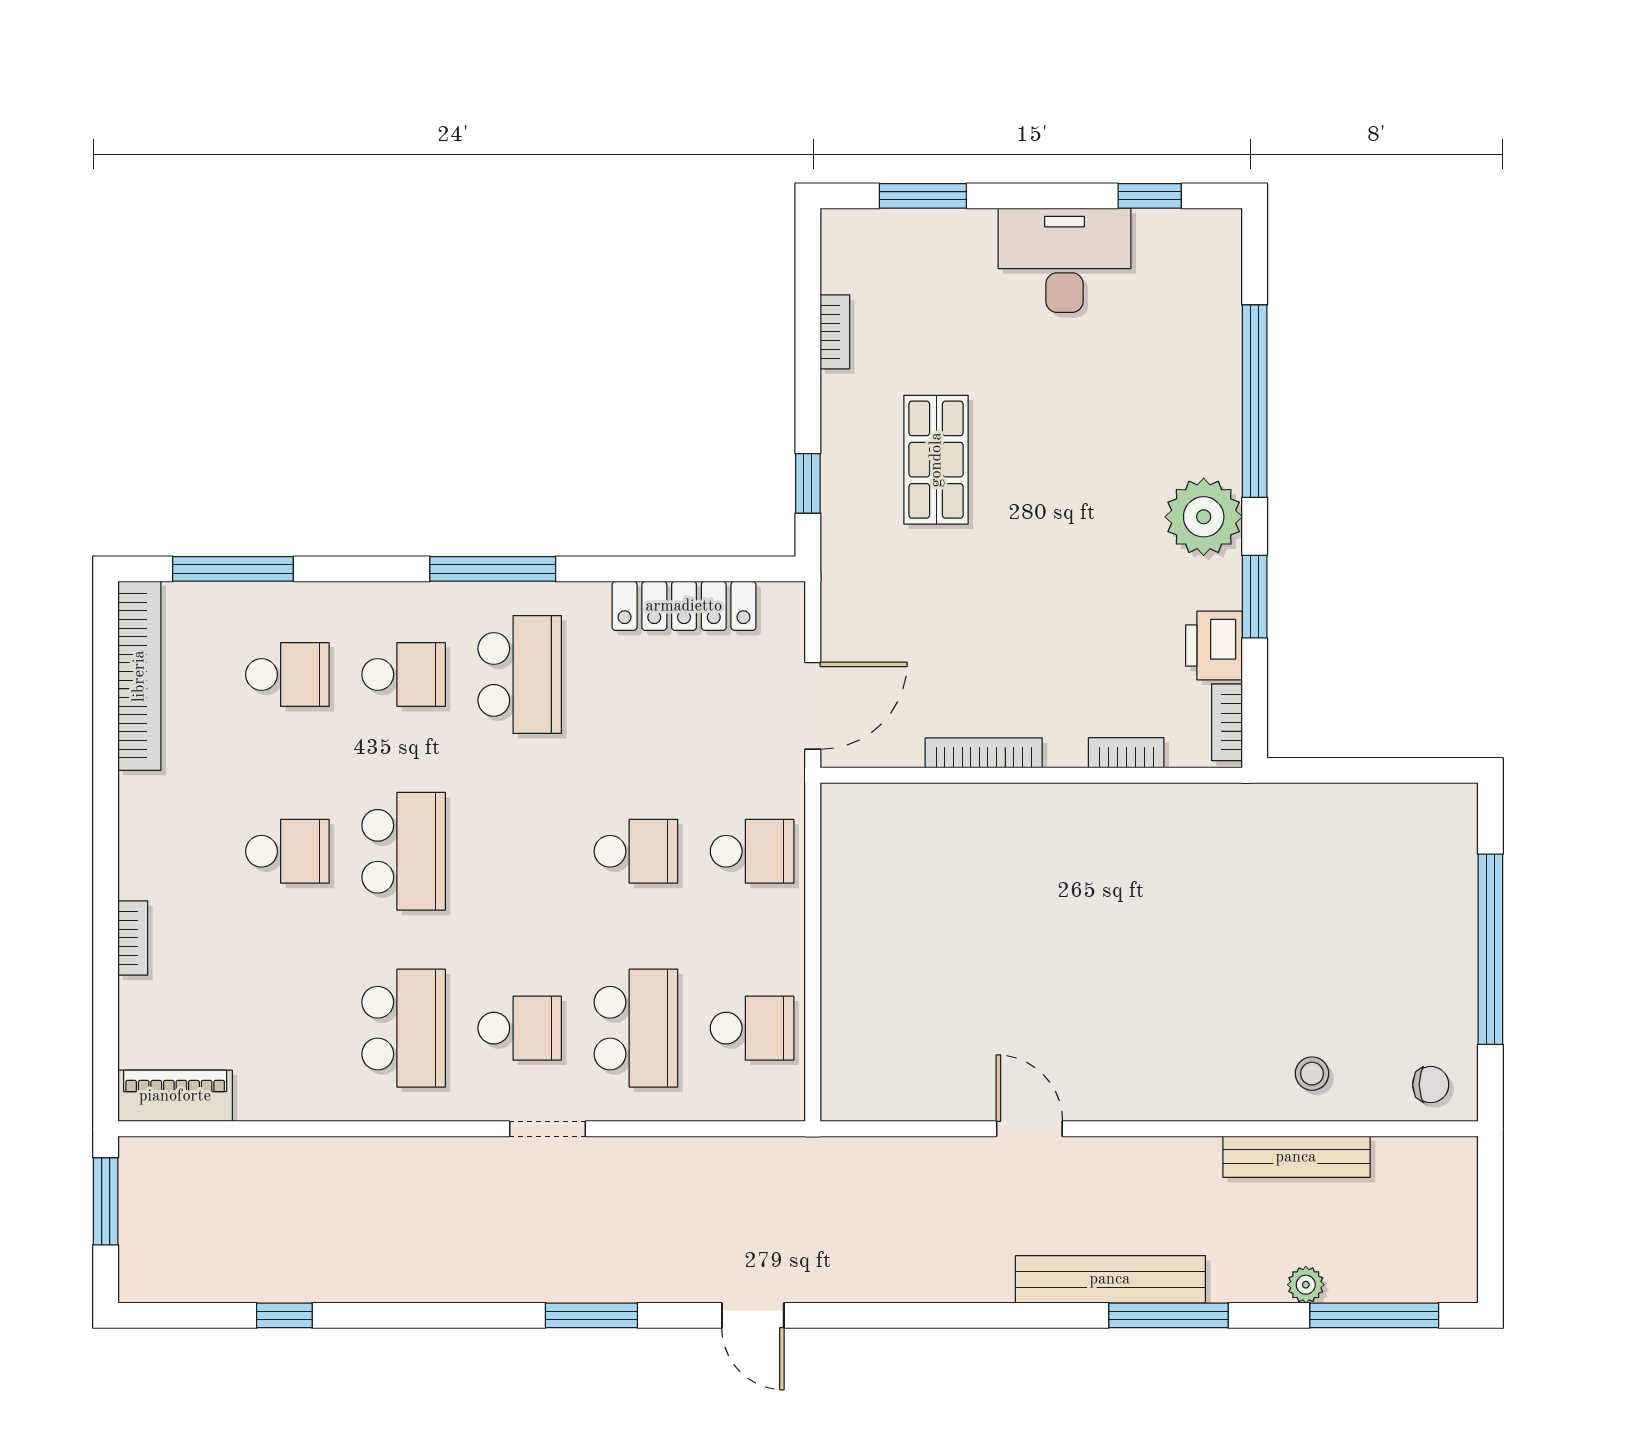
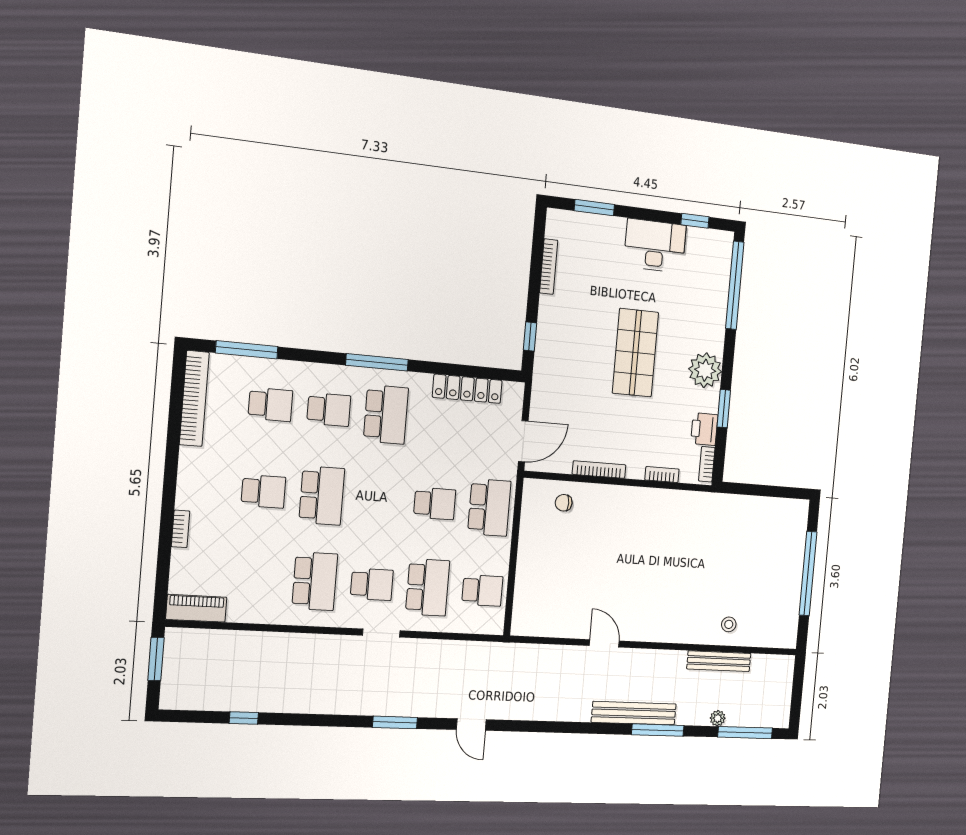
bookcase: (835, 332) -> (549, 267), width x1.56
window: (1255, 401) -> (735, 285), moved
shop shelf: (936, 460) -> (635, 353), moved, width x1.43, depth x1.36
school desk: (752, 851) -> (489, 507), width x1.85
chair: (1431, 1085) -> (564, 503), moved, turned 180

